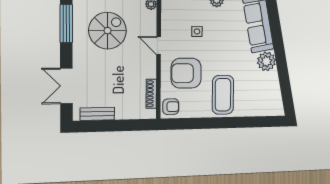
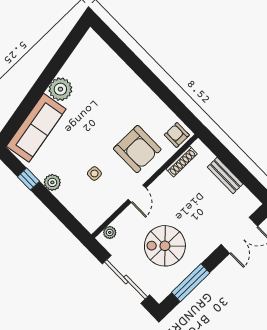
coffee table: (223, 95) -> (125, 100), removed
bench: (97, 114) -> (225, 175), moved

